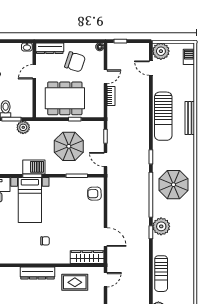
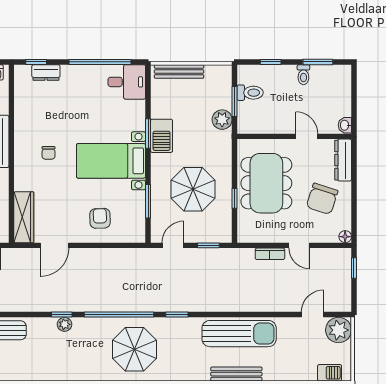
sun lounger: (163, 116) -> (239, 334), turned 180
armchair: (94, 194) -> (100, 218), moved
bed with nightstands: (30, 200) -> (111, 161), moved
plant: (161, 226) -> (65, 324), width x0.53, depth x0.53

